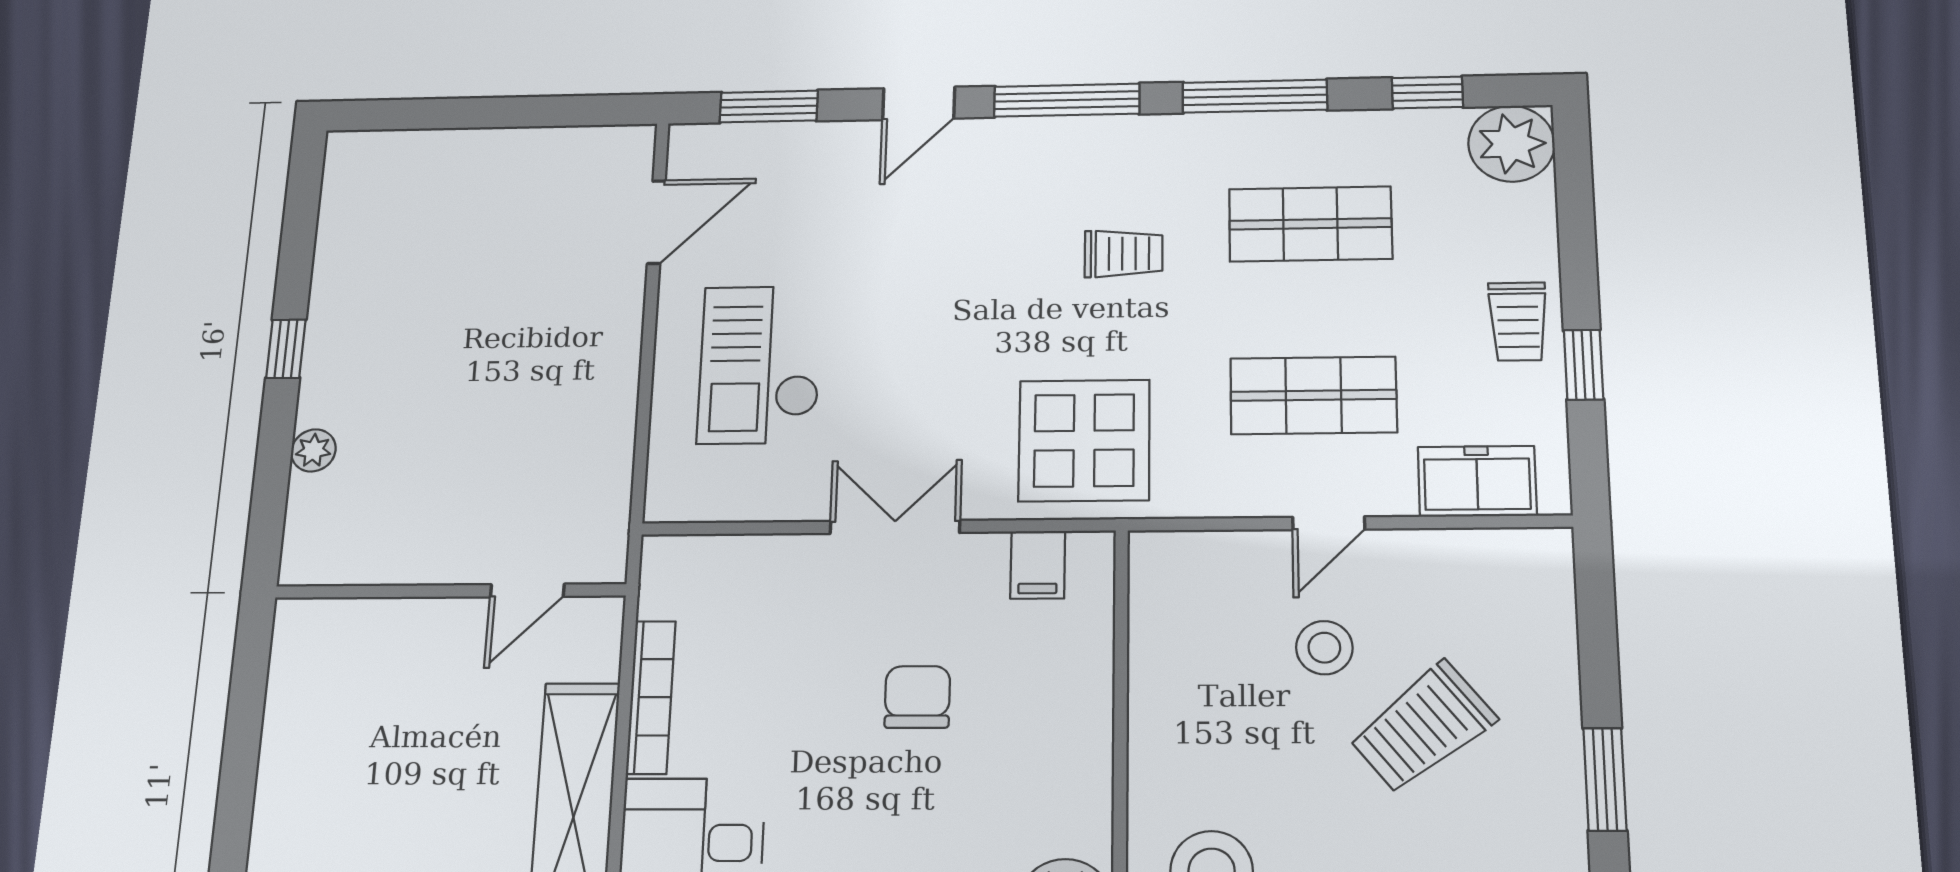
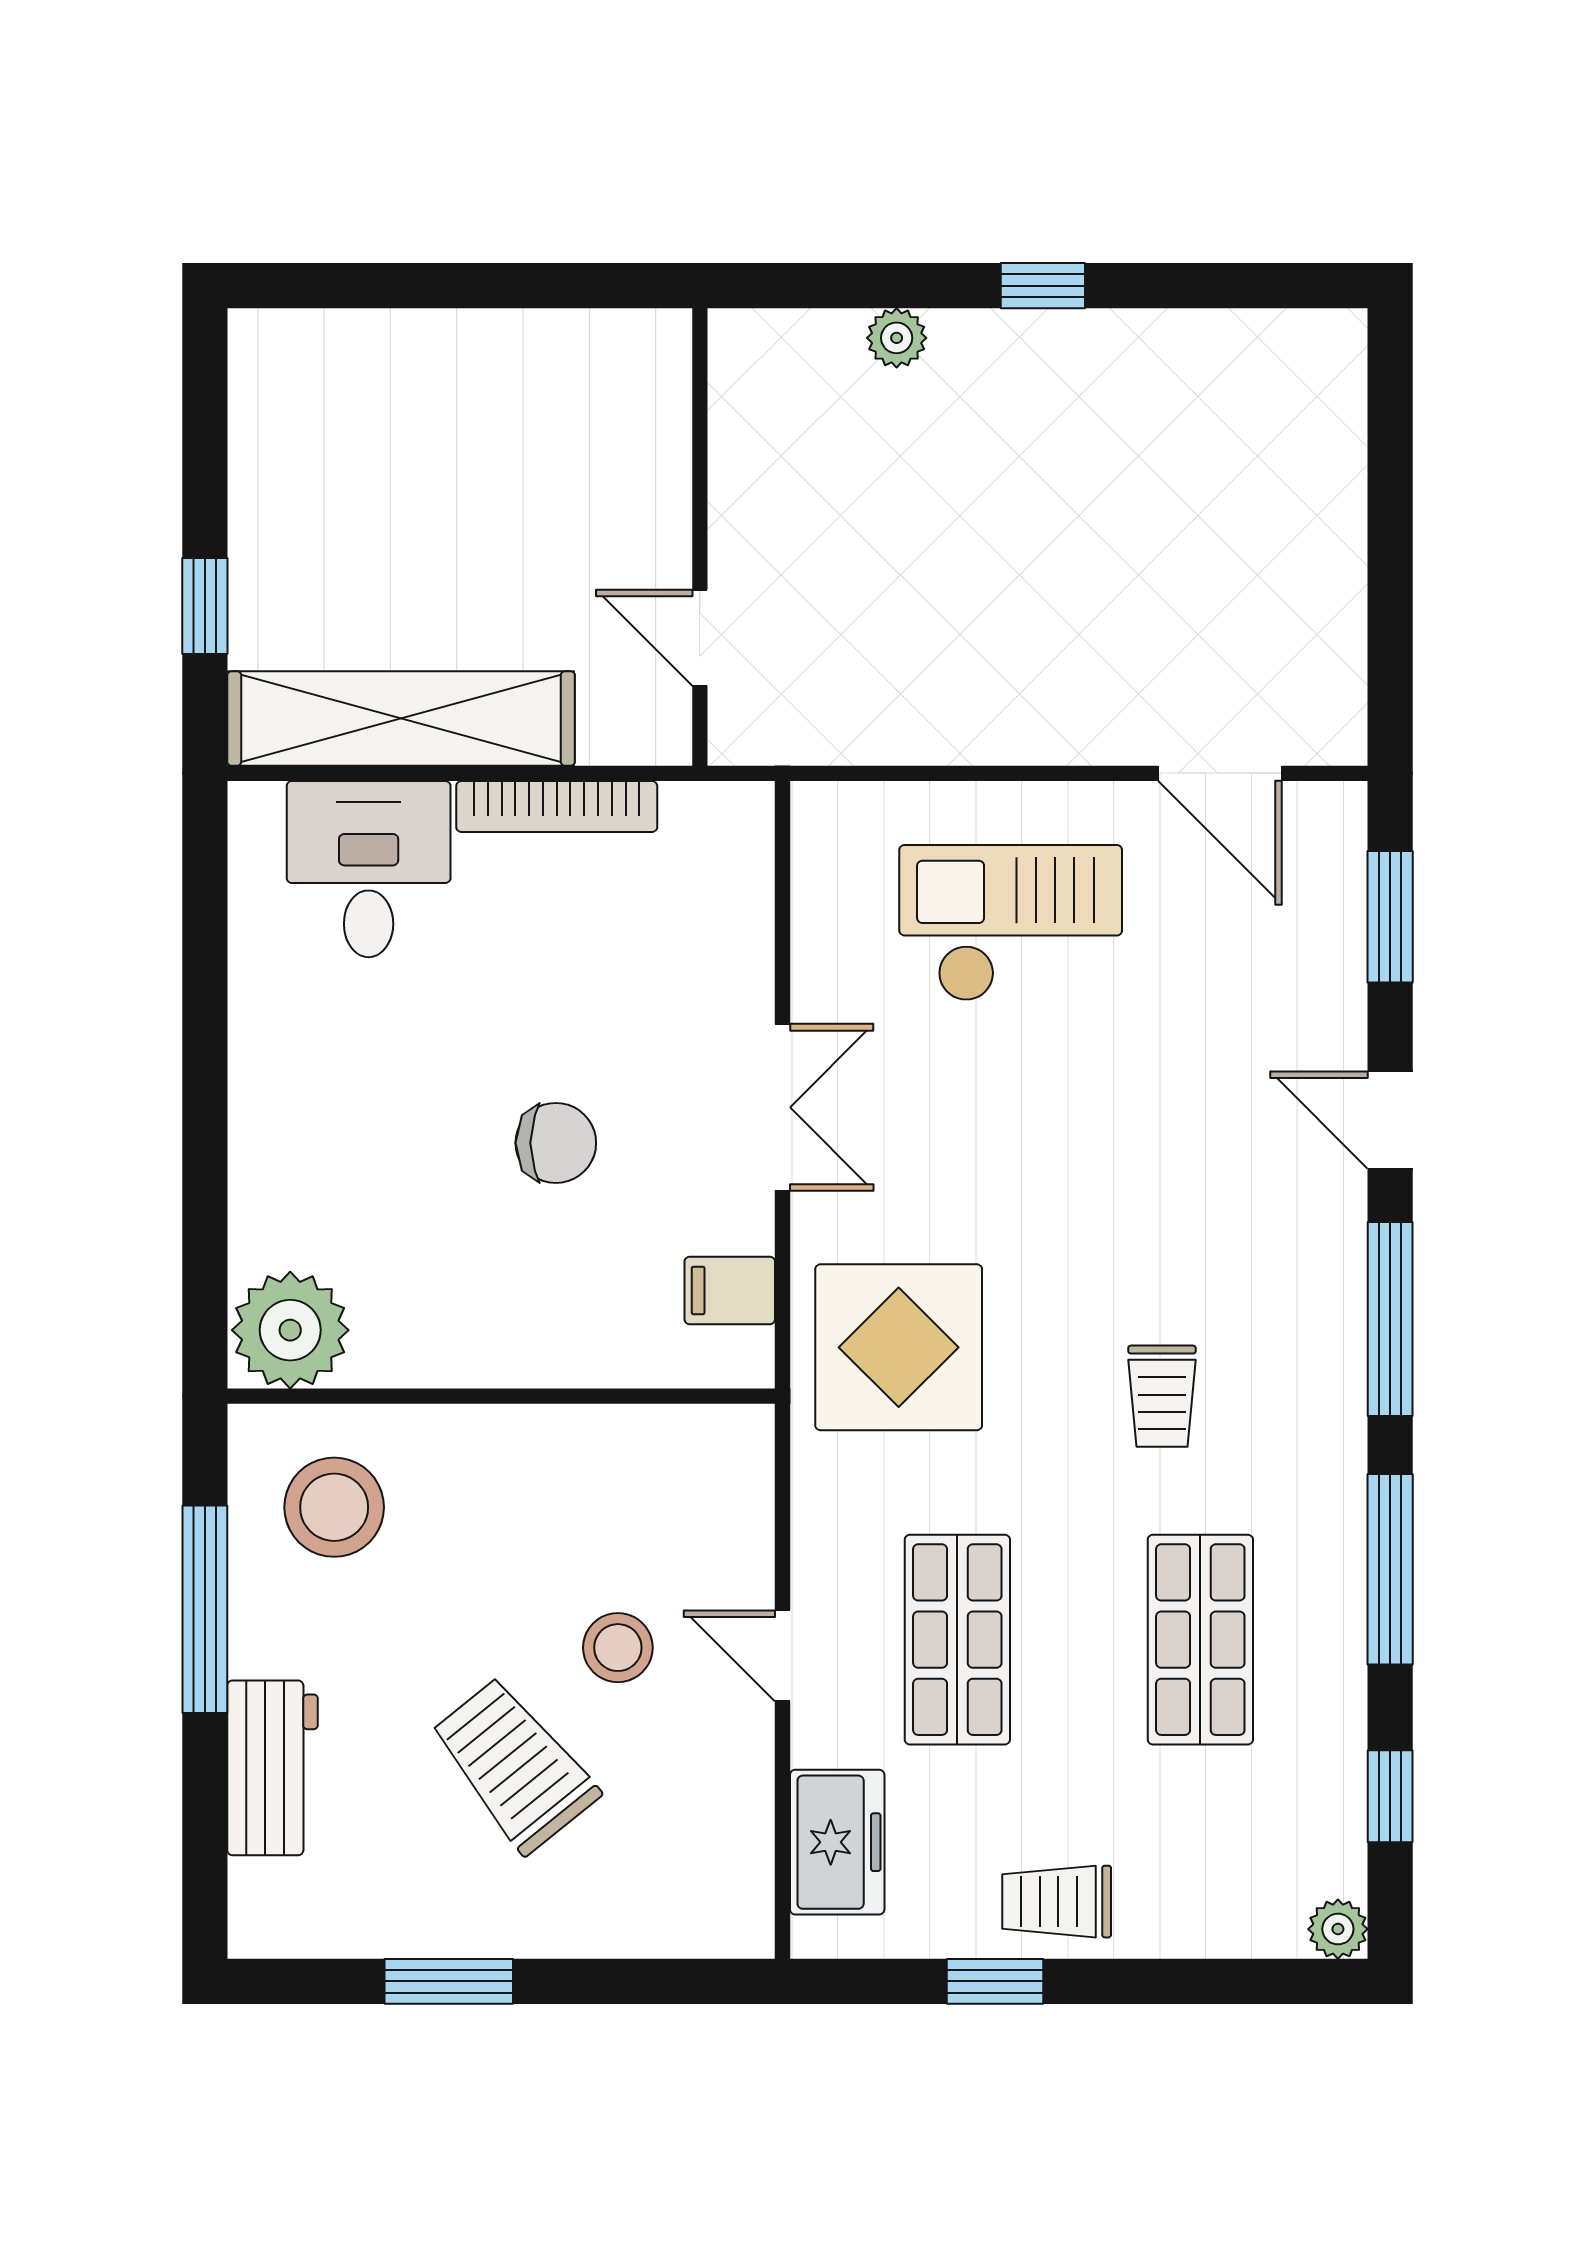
plant: (1511, 144) -> (1338, 1929), width x0.53, depth x0.53

